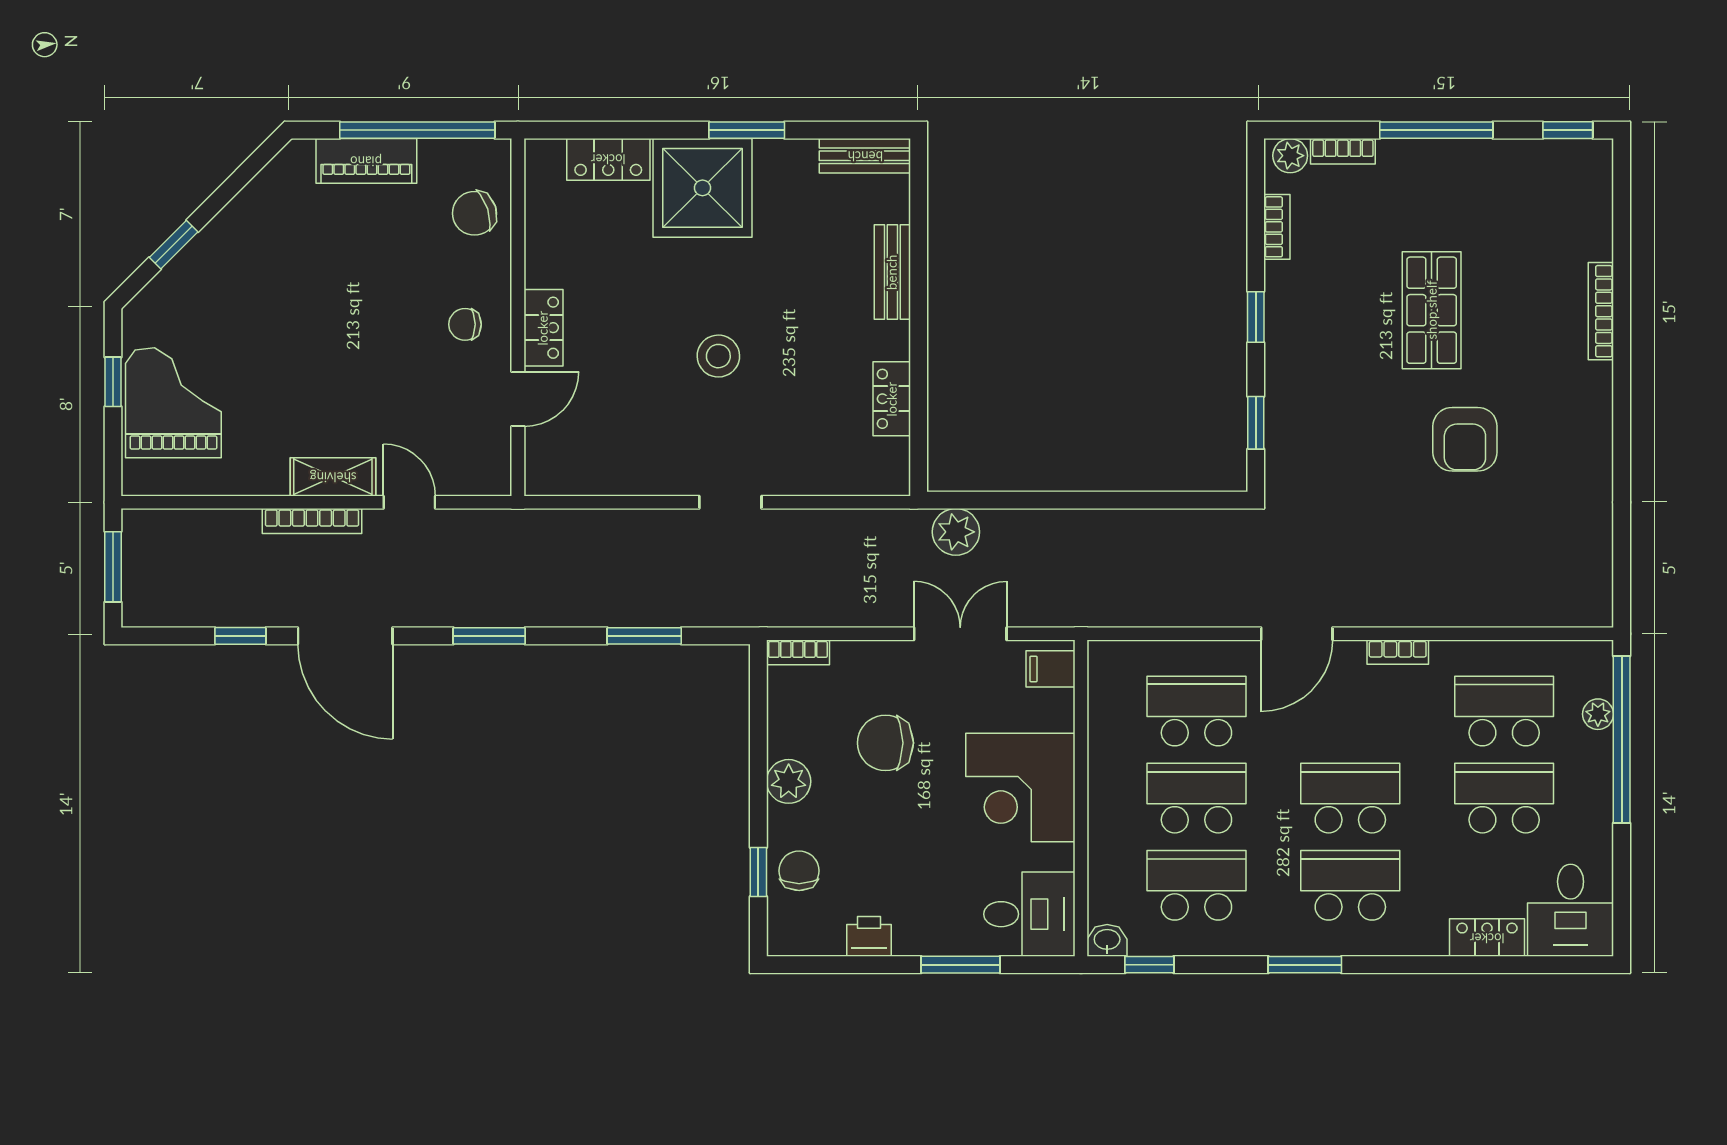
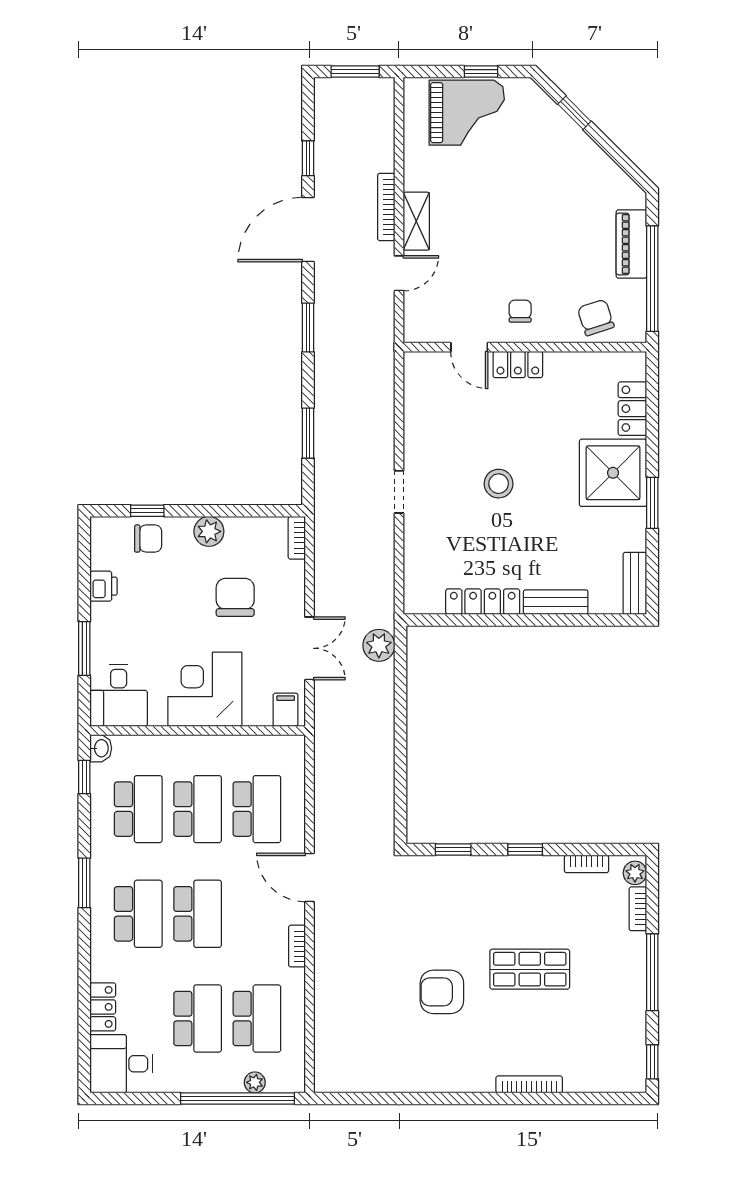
locker: (892, 399) -> (483, 602), width x1.53

